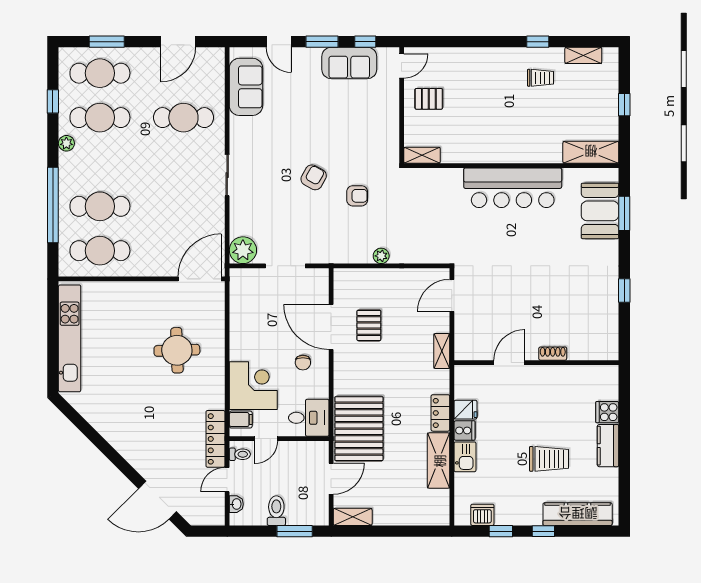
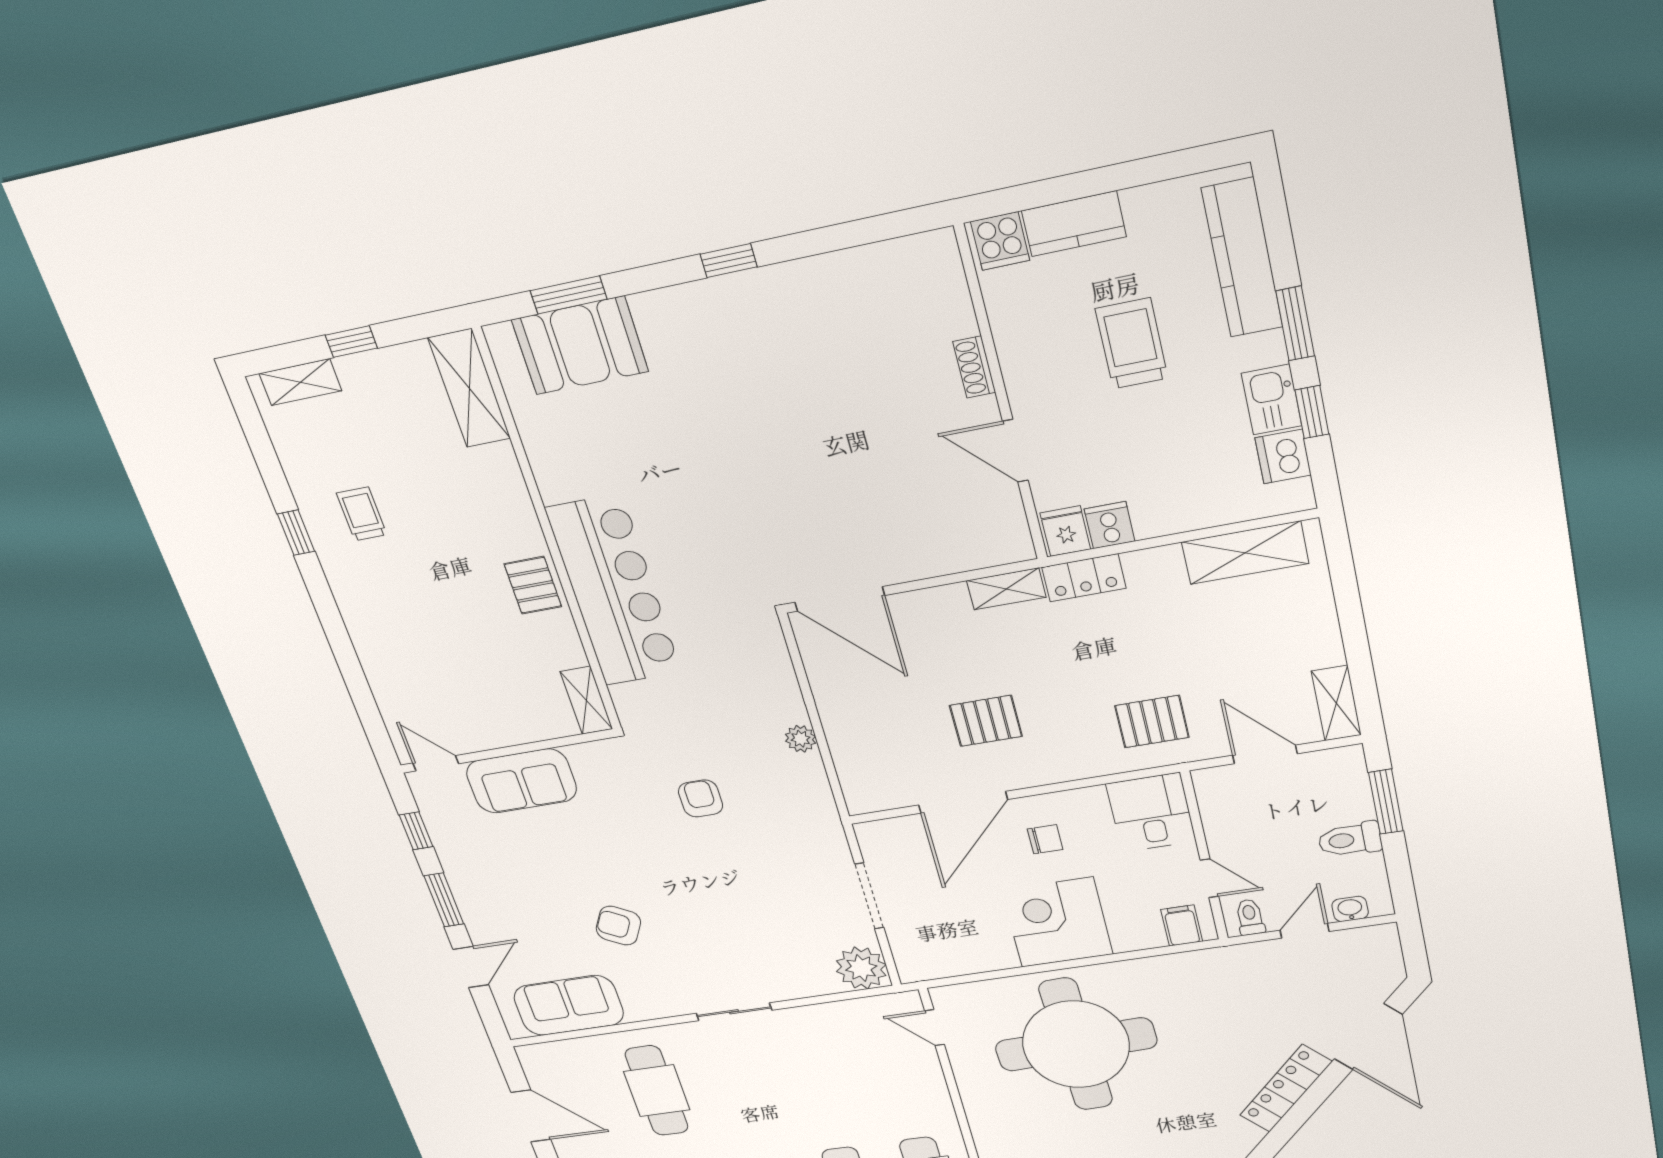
shelving: (583, 55) -> (300, 382), moved, turned 90
sofa: (349, 63) -> (522, 781), moved, turned 90
pallet: (429, 99) -> (533, 585), moved
armchair: (314, 177) -> (618, 926), moved
bar counter: (513, 188) -> (614, 591), moved
door: (200, 279) -> (935, 1028), width x0.53
door: (452, 296) -> (840, 599), width x1.36
pallet: (369, 325) -> (986, 721), moved
round table: (177, 350) -> (1076, 1044), width x1.86, depth x1.86
shelving: (442, 351) -> (1006, 589), moved
shoe rack: (553, 354) -> (974, 367), moved
door: (509, 363) -> (1015, 451), moved
wall: (536, 363) -> (1002, 397), moved
corner desk: (253, 386) -> (1057, 922), moved
pallet: (359, 429) -> (1152, 722), width x0.49, depth x0.50
locker: (215, 439) -> (1286, 1088), moved, turned 135
kitchen sink: (465, 457) -> (1272, 400), moved, turned -90
shelving: (439, 461) -> (1245, 553), moved
door: (227, 480) -> (1305, 931), swing flipped
window: (543, 531) -> (1295, 324), width x1.50

